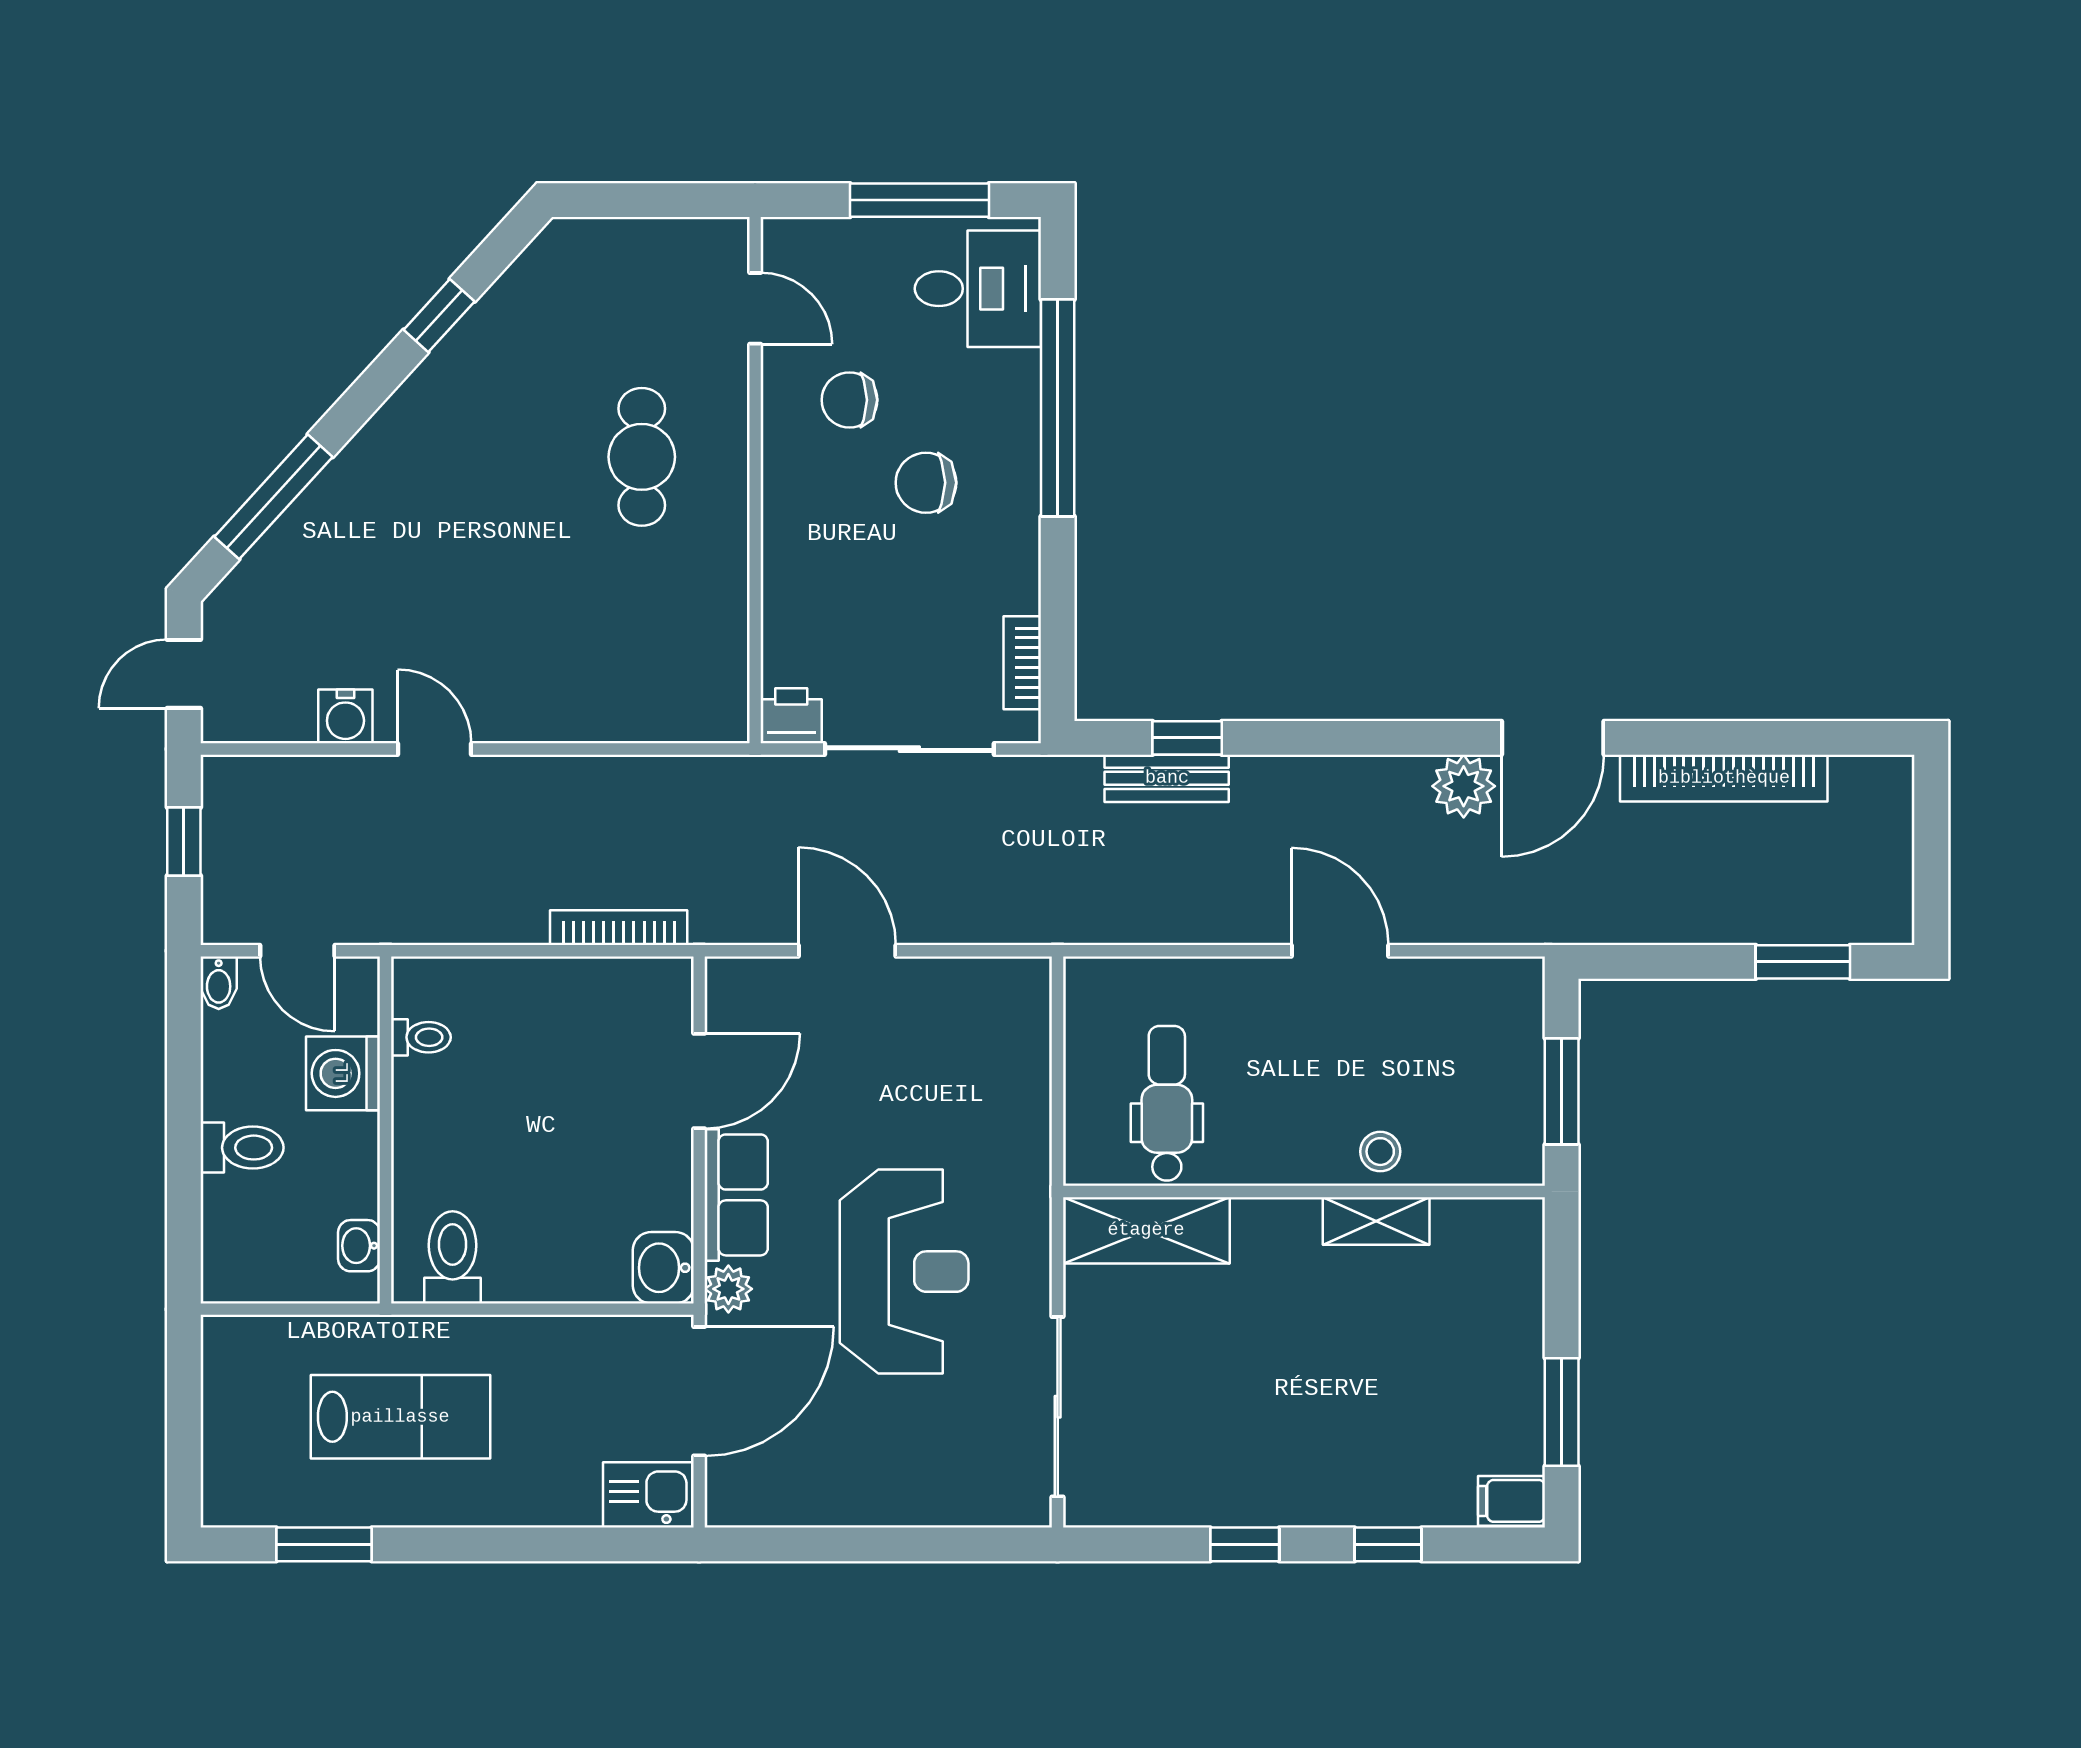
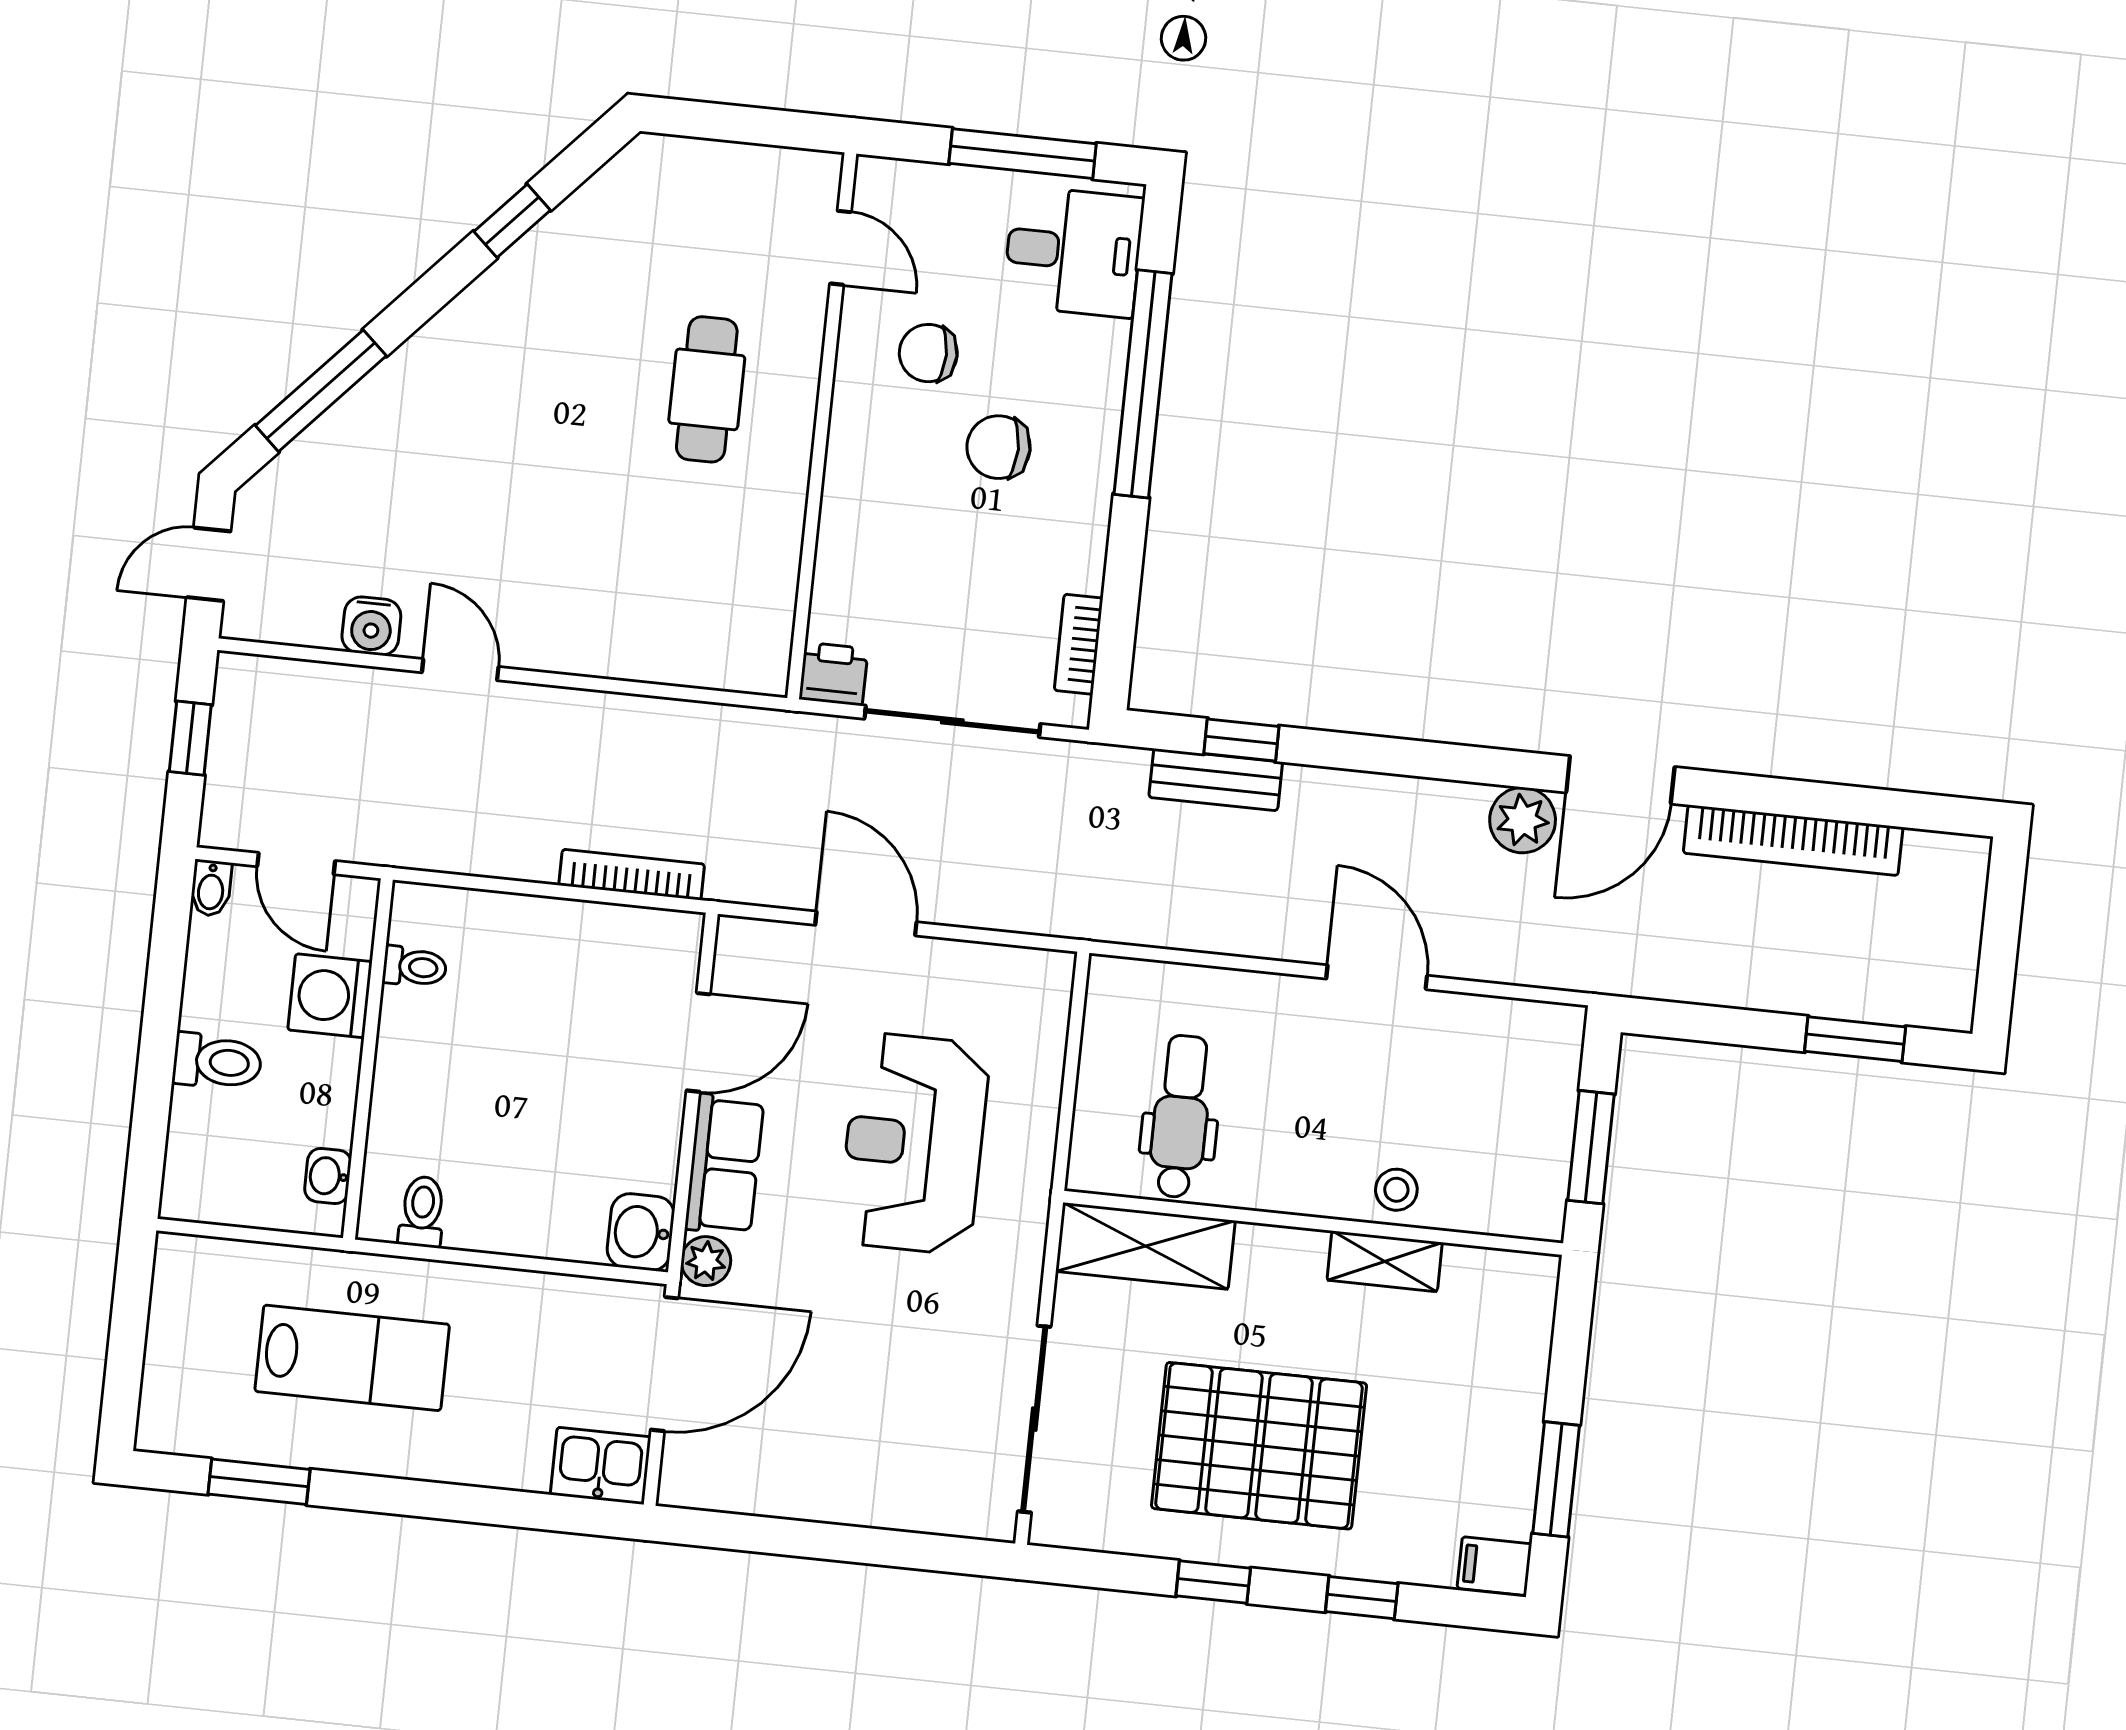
toilet: (453, 1257) -> (422, 1212), width x0.73, depth x0.72
reception desk: (904, 1272) -> (914, 1144), moved, turned 180
pallet: (1275, 1410) -> (1259, 1446), added

